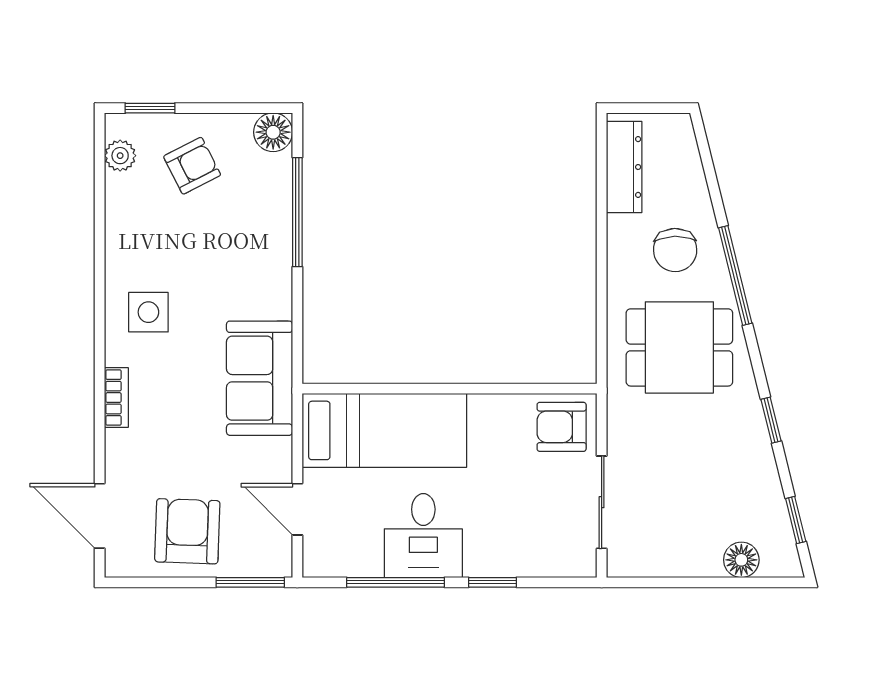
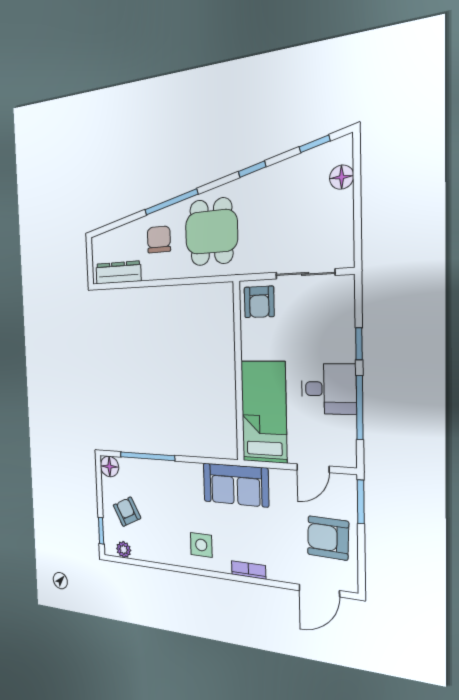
chair: (675, 250) -> (159, 239), turned -89

